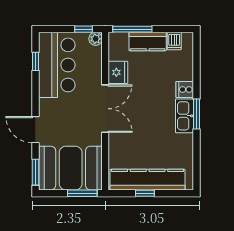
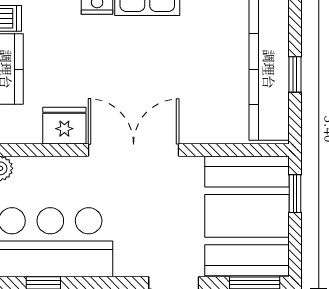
window: (82, 193) -> (295, 194), width x0.67

